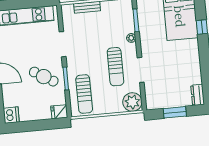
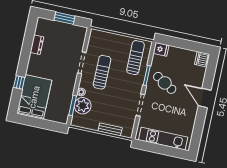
dresser: (198, 95) -> (37, 45), moved
plant: (132, 102) -> (83, 106), moved

